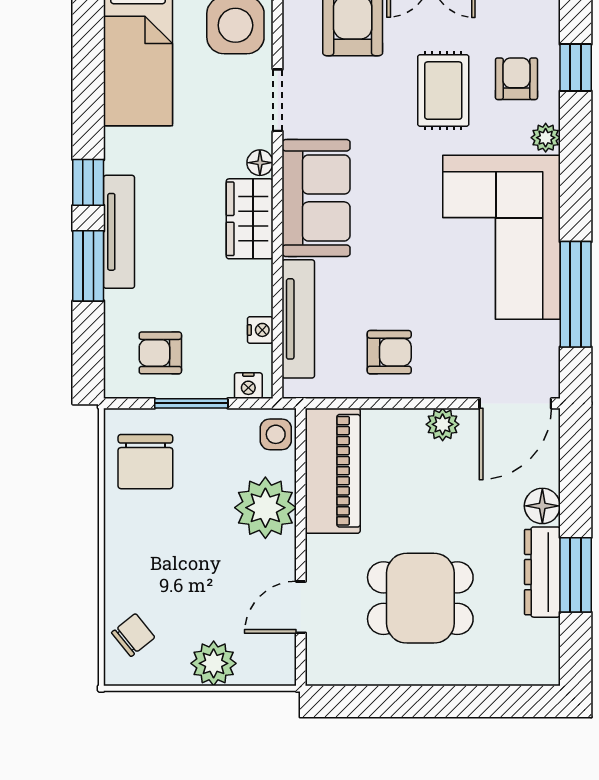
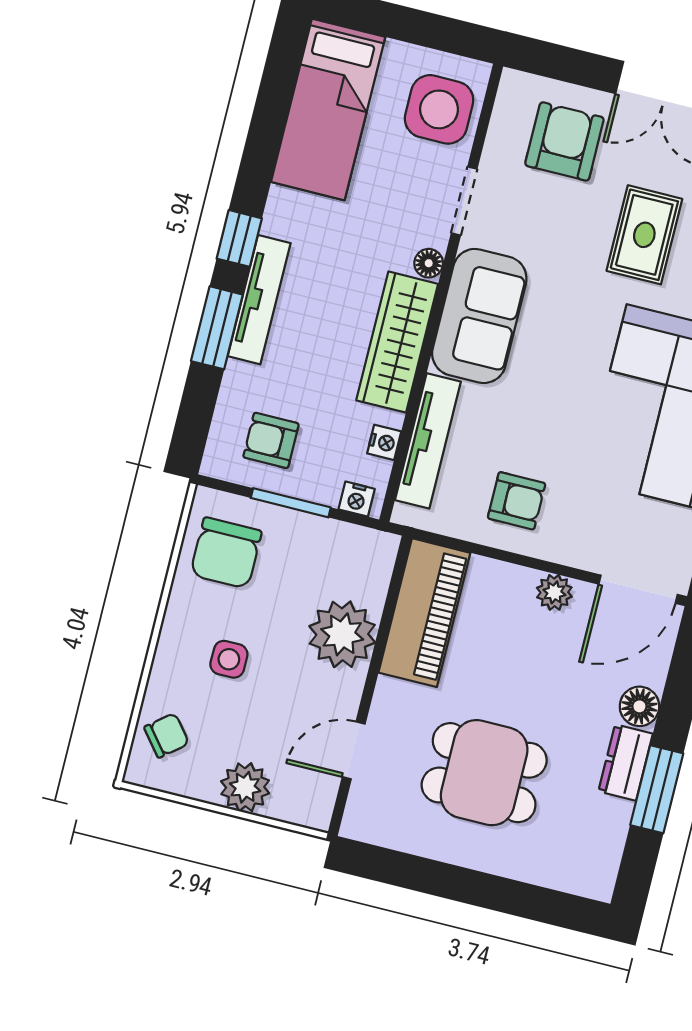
wardrobe: (250, 219) -> (397, 342), width x1.50
side table: (276, 434) -> (229, 659), moved
dresser: (542, 572) -> (626, 763), width x0.70

